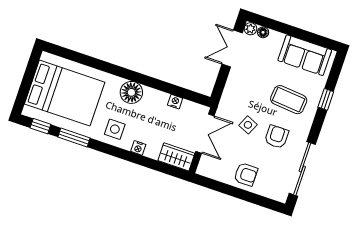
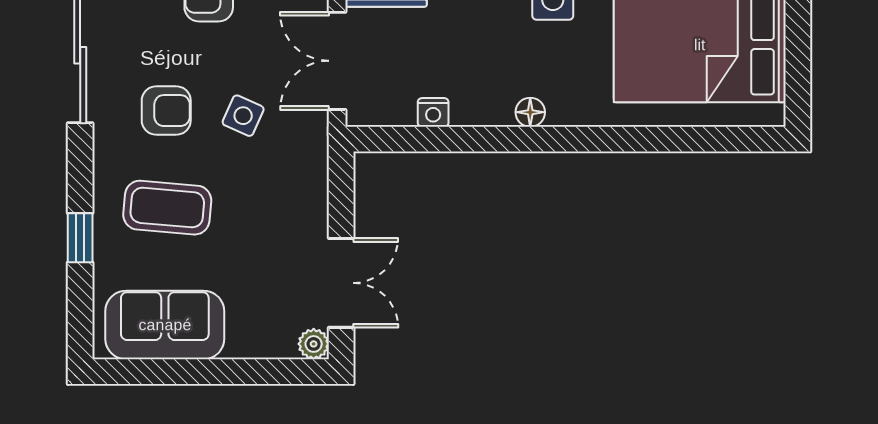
floor lamp: (263, 32) -> (281, 346), removed
floor lamp: (131, 92) -> (530, 112), width x0.53, depth x0.53
armchair: (277, 137) -> (166, 111), turned -90

